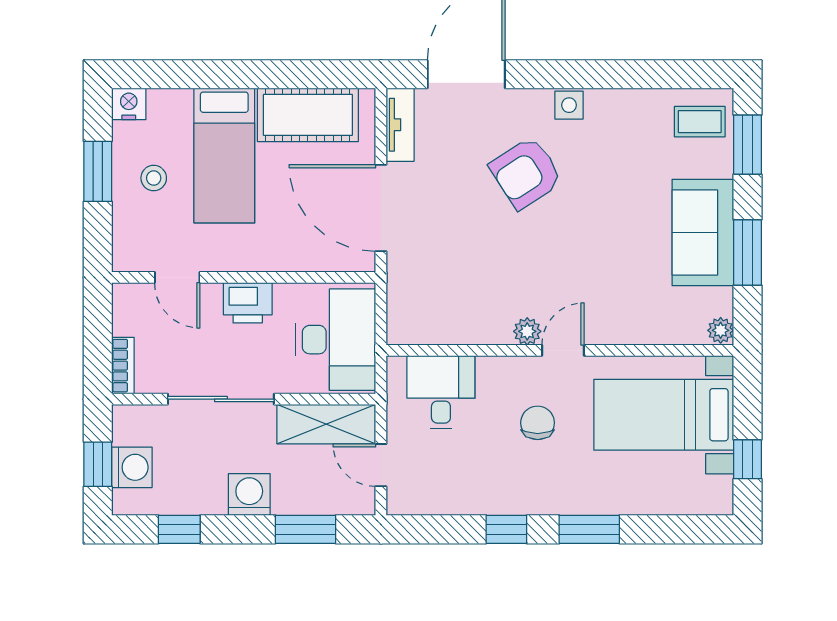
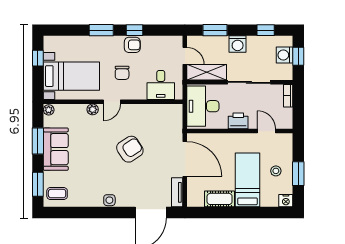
cot: (308, 115) -> (220, 199), width x0.73, depth x0.75
armchair: (526, 173) -> (130, 149), moved
plant: (527, 331) -> (93, 109), moved
armchair: (512, 492) -> (132, 45), added

